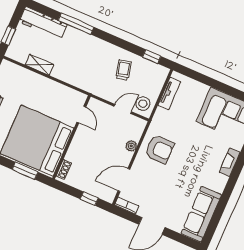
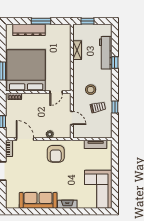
workbench: (43, 23) -> (106, 53), moved
window: (76, 24) -> (115, 62), width x0.46
window: (152, 57) -> (115, 107), moved
stool: (143, 104) -> (91, 90), moved
sofa: (201, 214) -> (38, 200), moved

